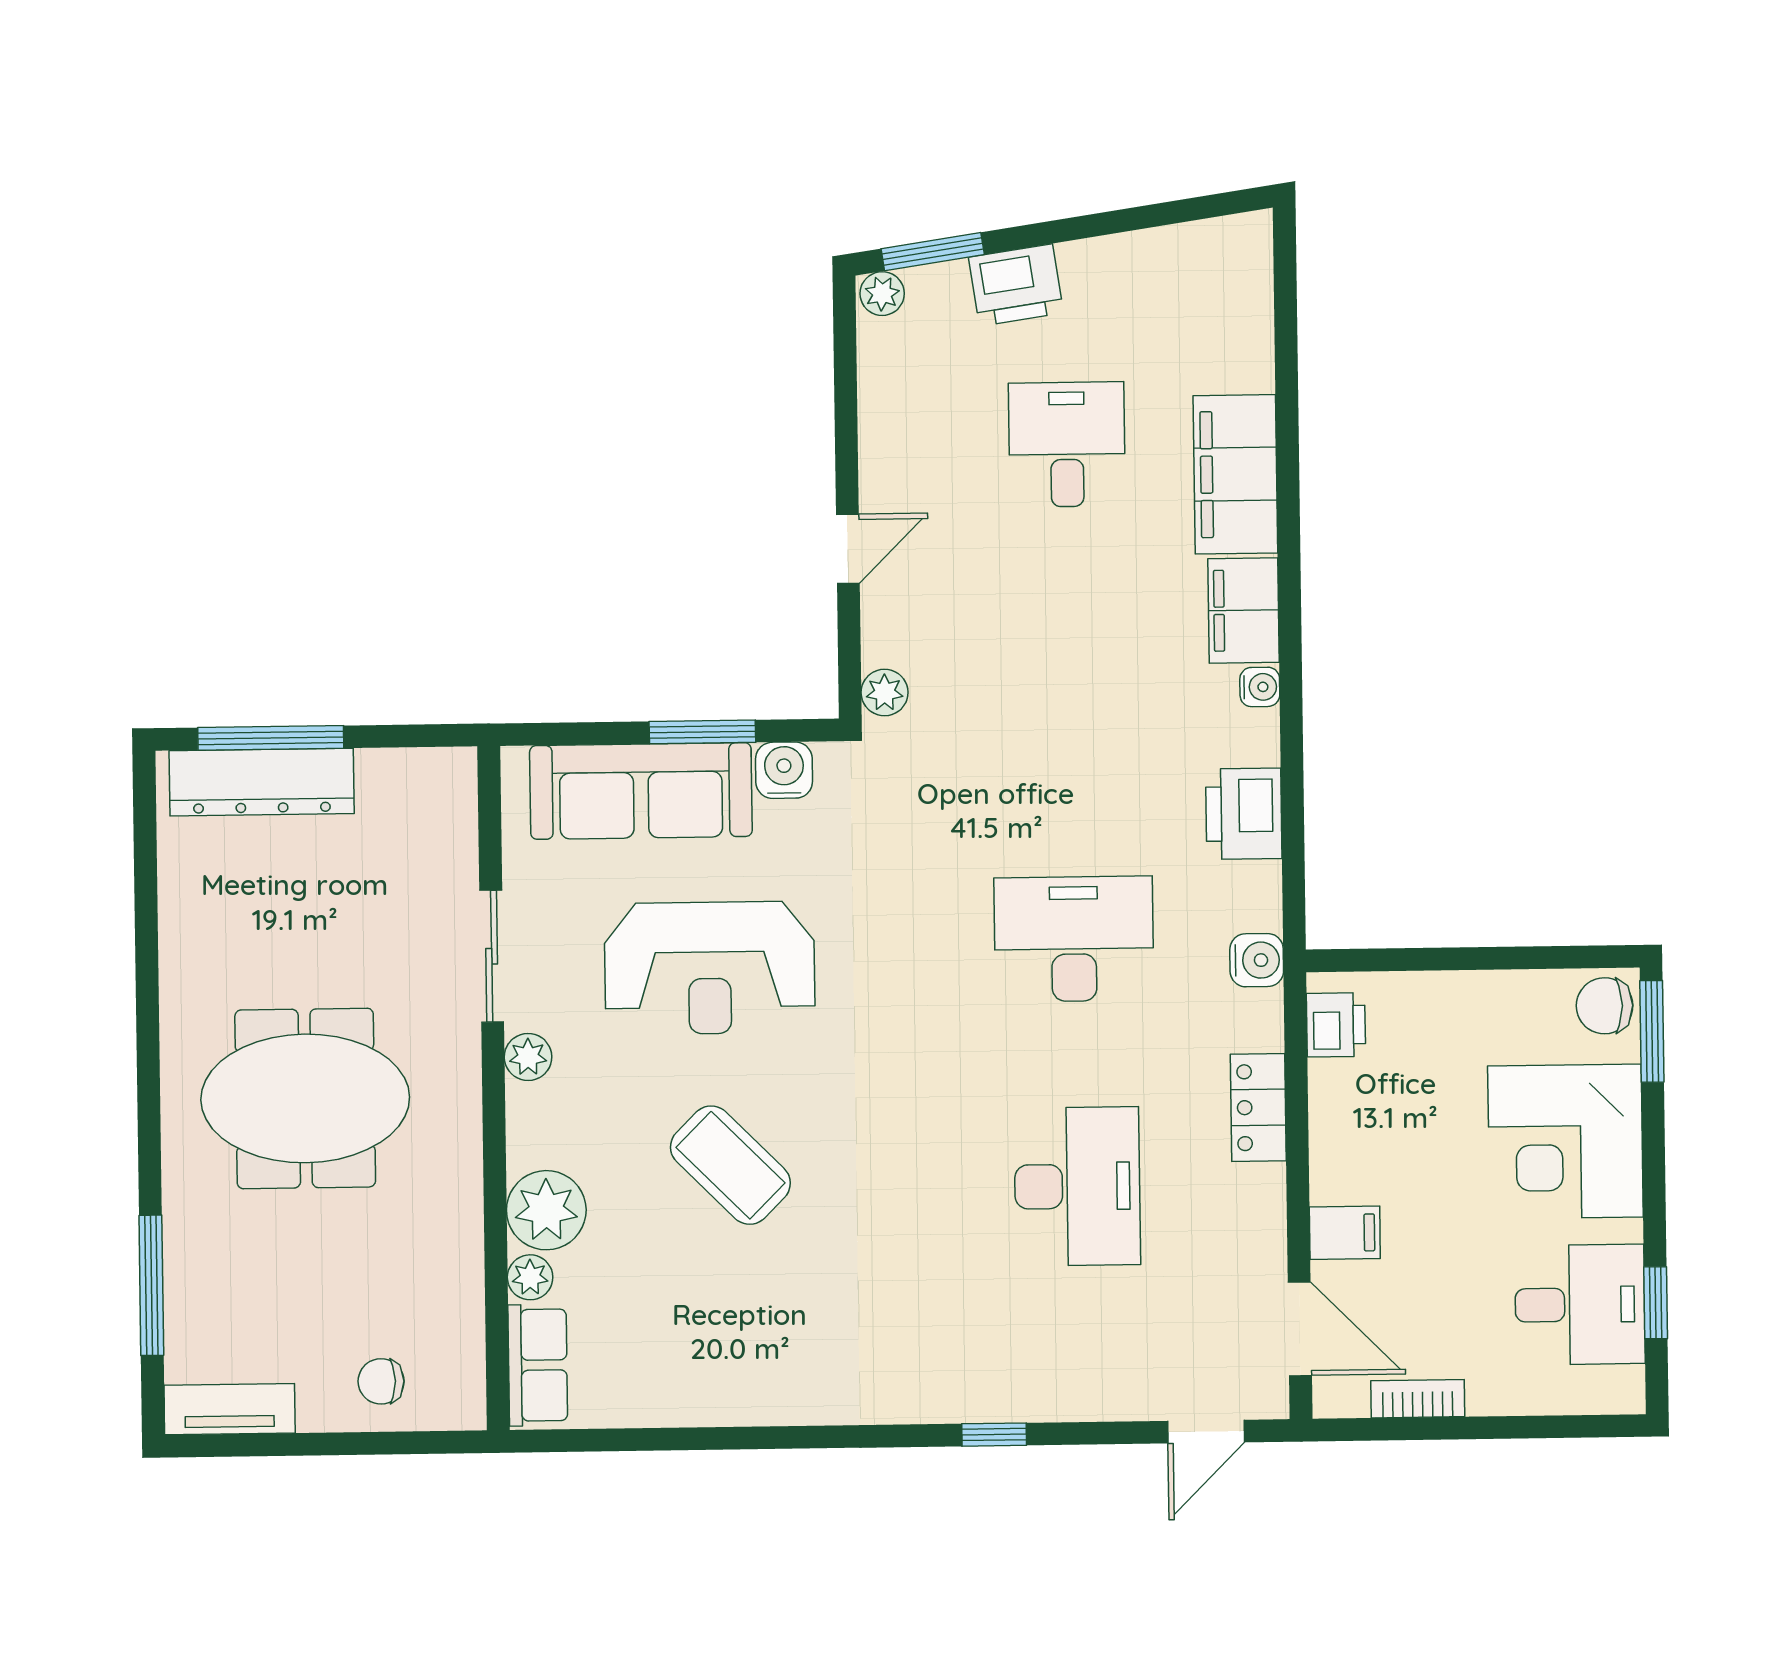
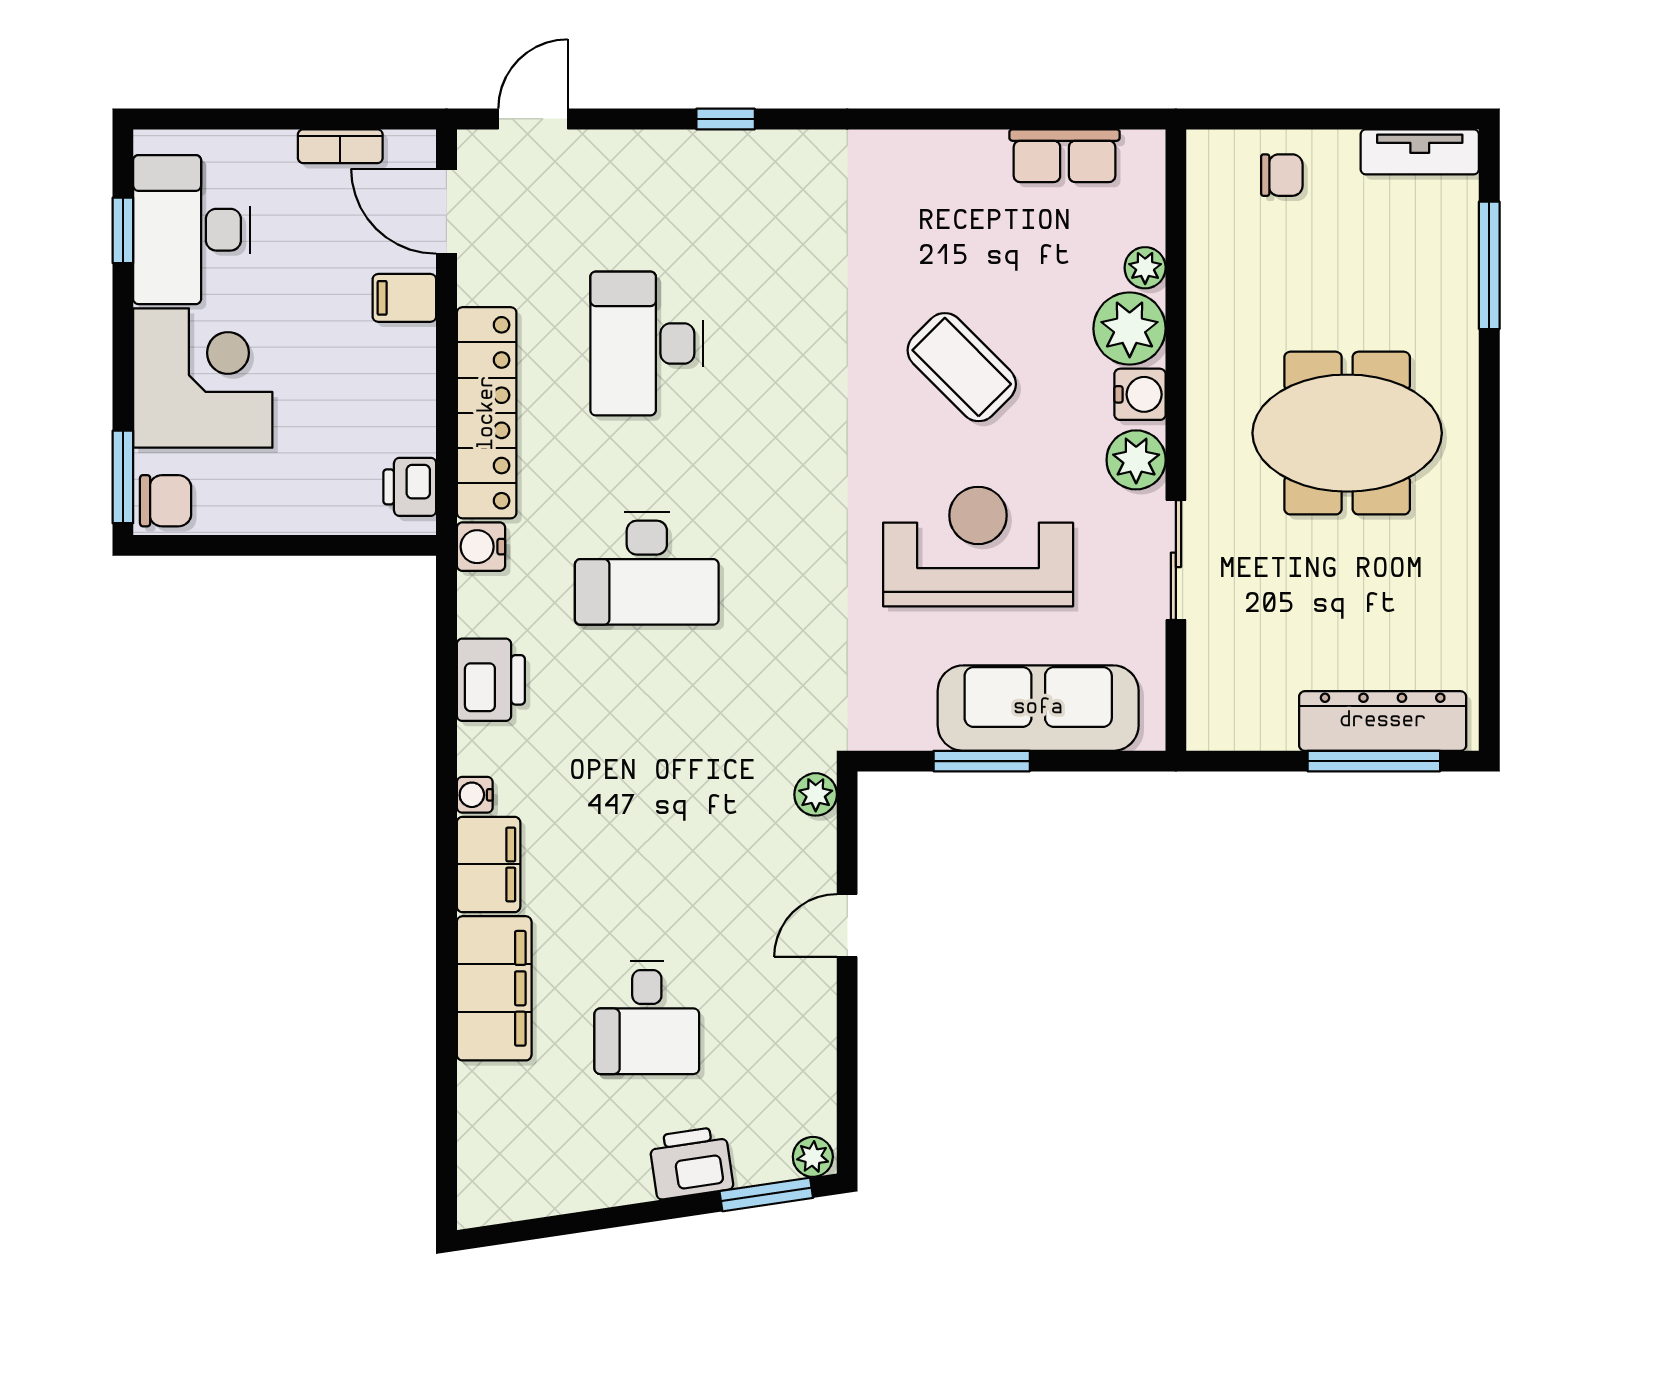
water cooler: (784, 770) -> (1140, 394), moved, turned -90
plant: (528, 1057) -> (1136, 460), width x1.38, depth x1.38
locker: (1258, 1107) -> (487, 413), width x2.16, depth x1.21
desk: (1580, 1305) -> (192, 230), width x1.37
row of seats: (538, 1365) -> (1065, 156), moved, turned -90

